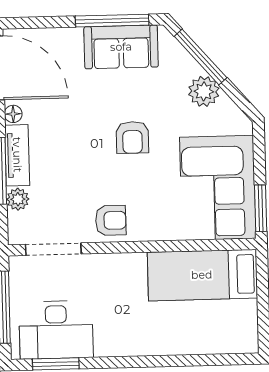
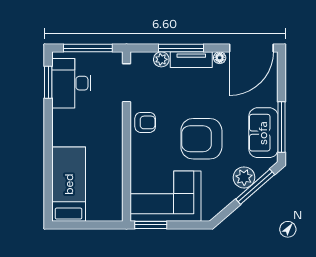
plant: (204, 91) -> (244, 177), moved
armchair: (132, 137) -> (201, 139), width x1.88, depth x1.88
armchair: (111, 220) -> (145, 122), turned -90
bed: (202, 275) -> (69, 184), moved

